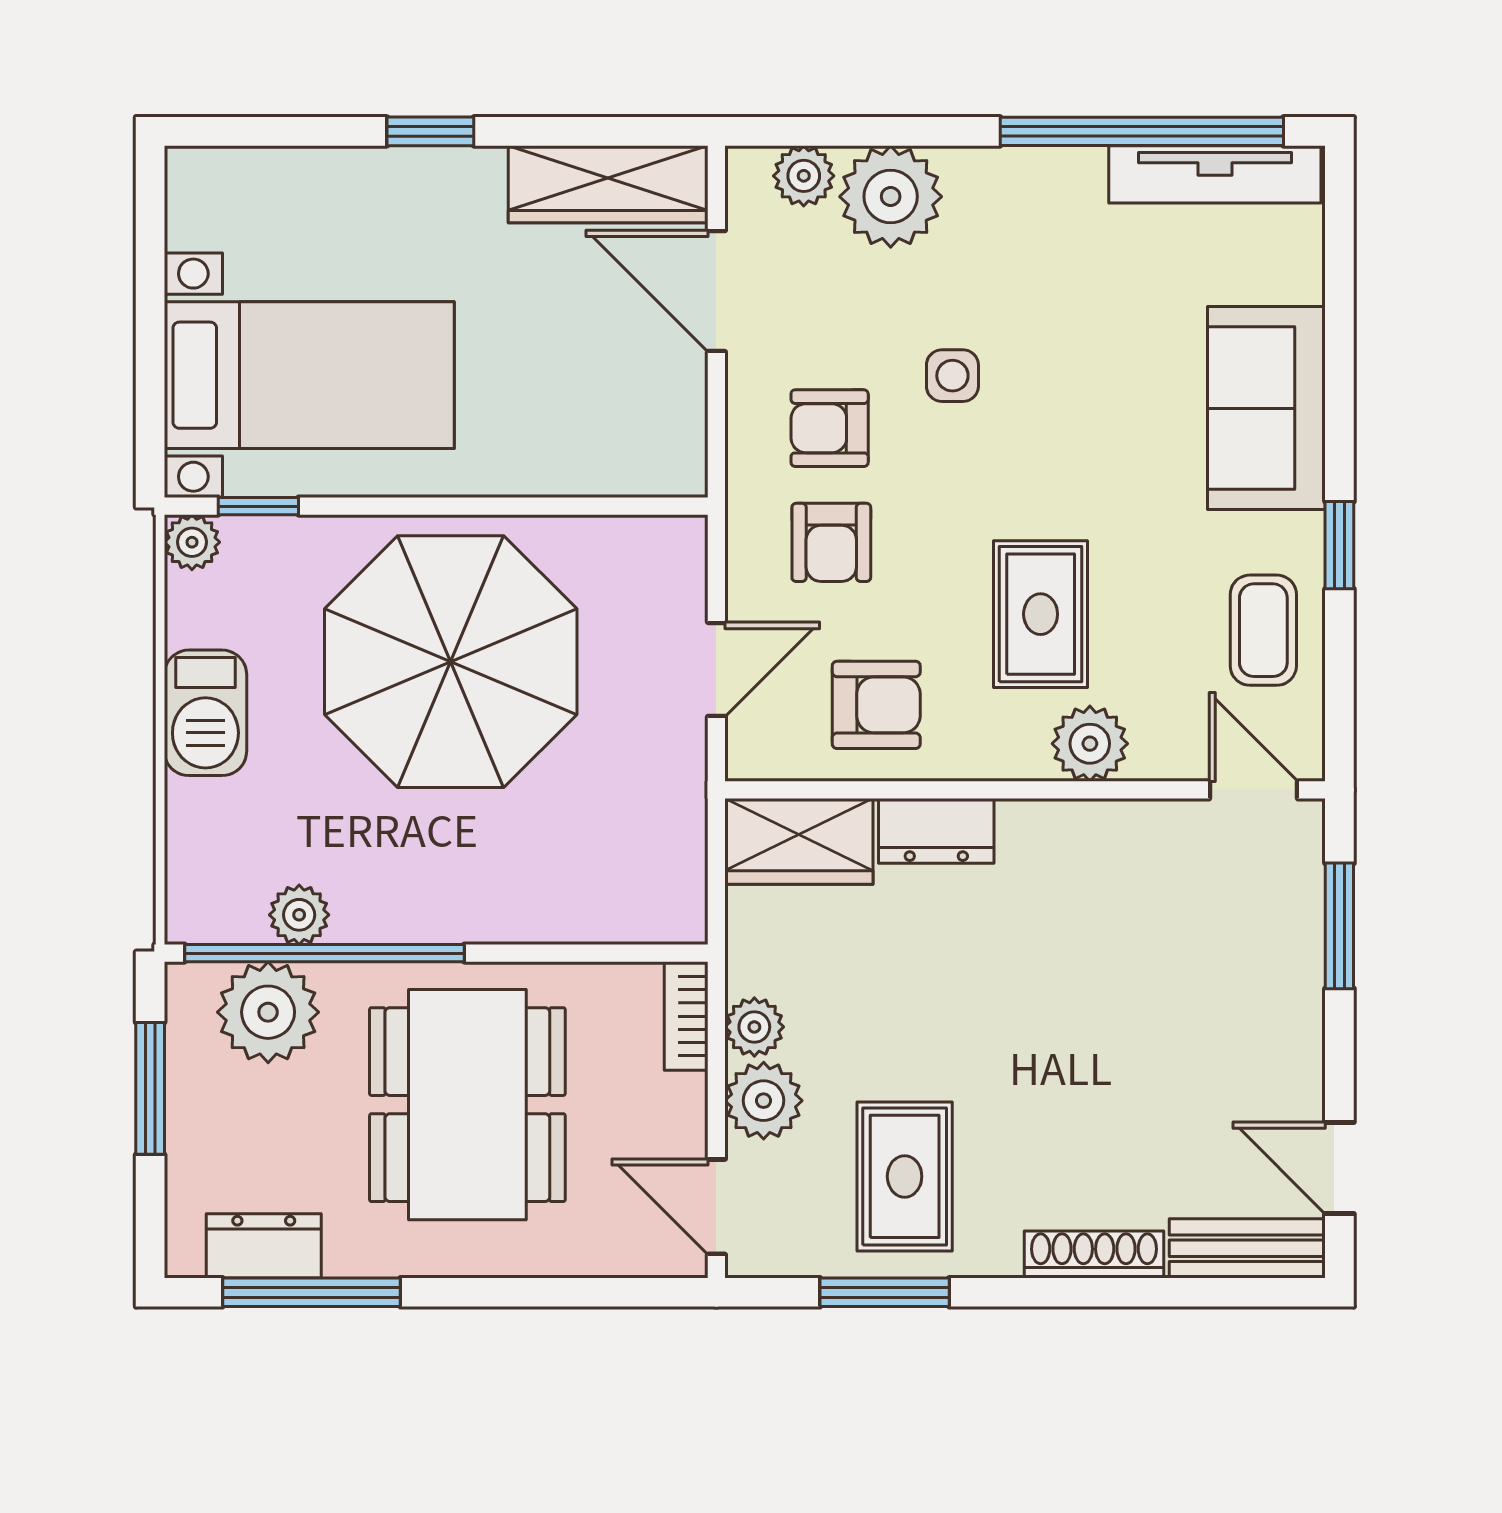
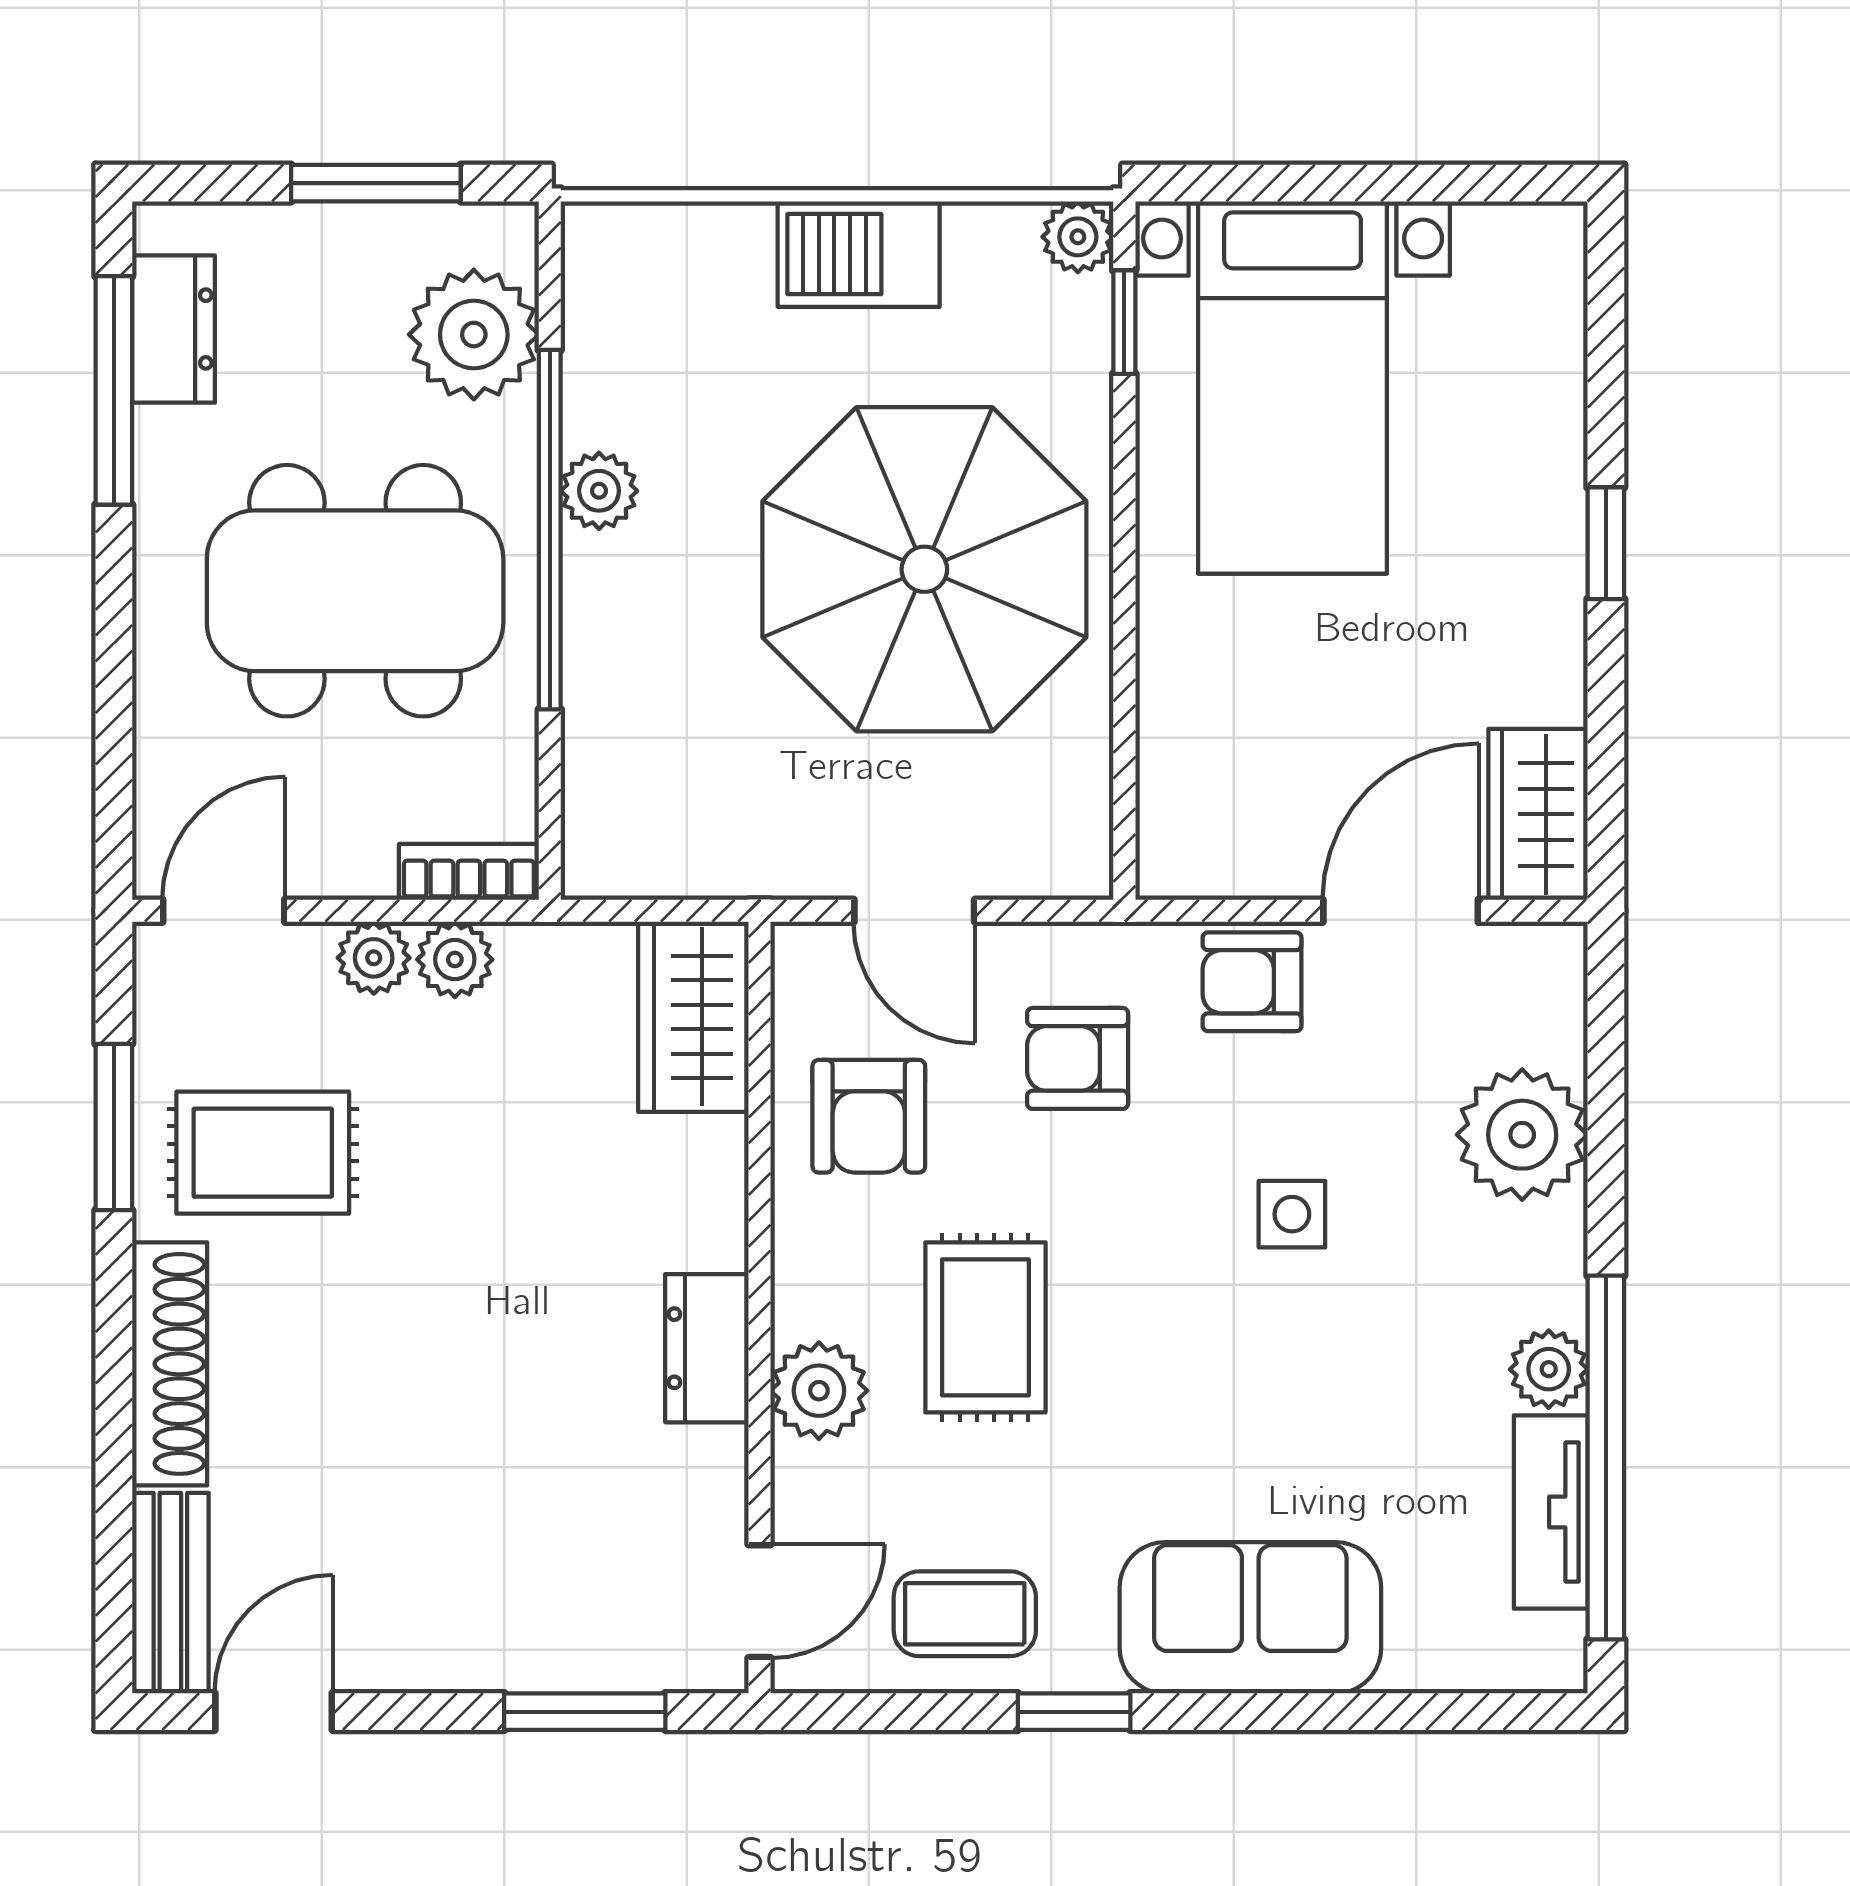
tv unit: (1215, 174) -> (1551, 1512), width x0.71
plant: (804, 176) -> (1549, 1369), moved
wardrobe: (608, 184) -> (1538, 814), width x0.67
armchair: (830, 428) -> (1252, 982), moved, turned -90
rug: (1041, 614) -> (985, 1327), turned 90
dresser: (936, 831) -> (707, 1348), moved
plant: (299, 915) -> (599, 491), moved
window: (324, 953) -> (550, 530), moved
plant: (764, 1101) -> (374, 958), width x0.73, depth x0.73
shoe rack: (1094, 1254) -> (170, 1364), width x1.36, depth x1.24

